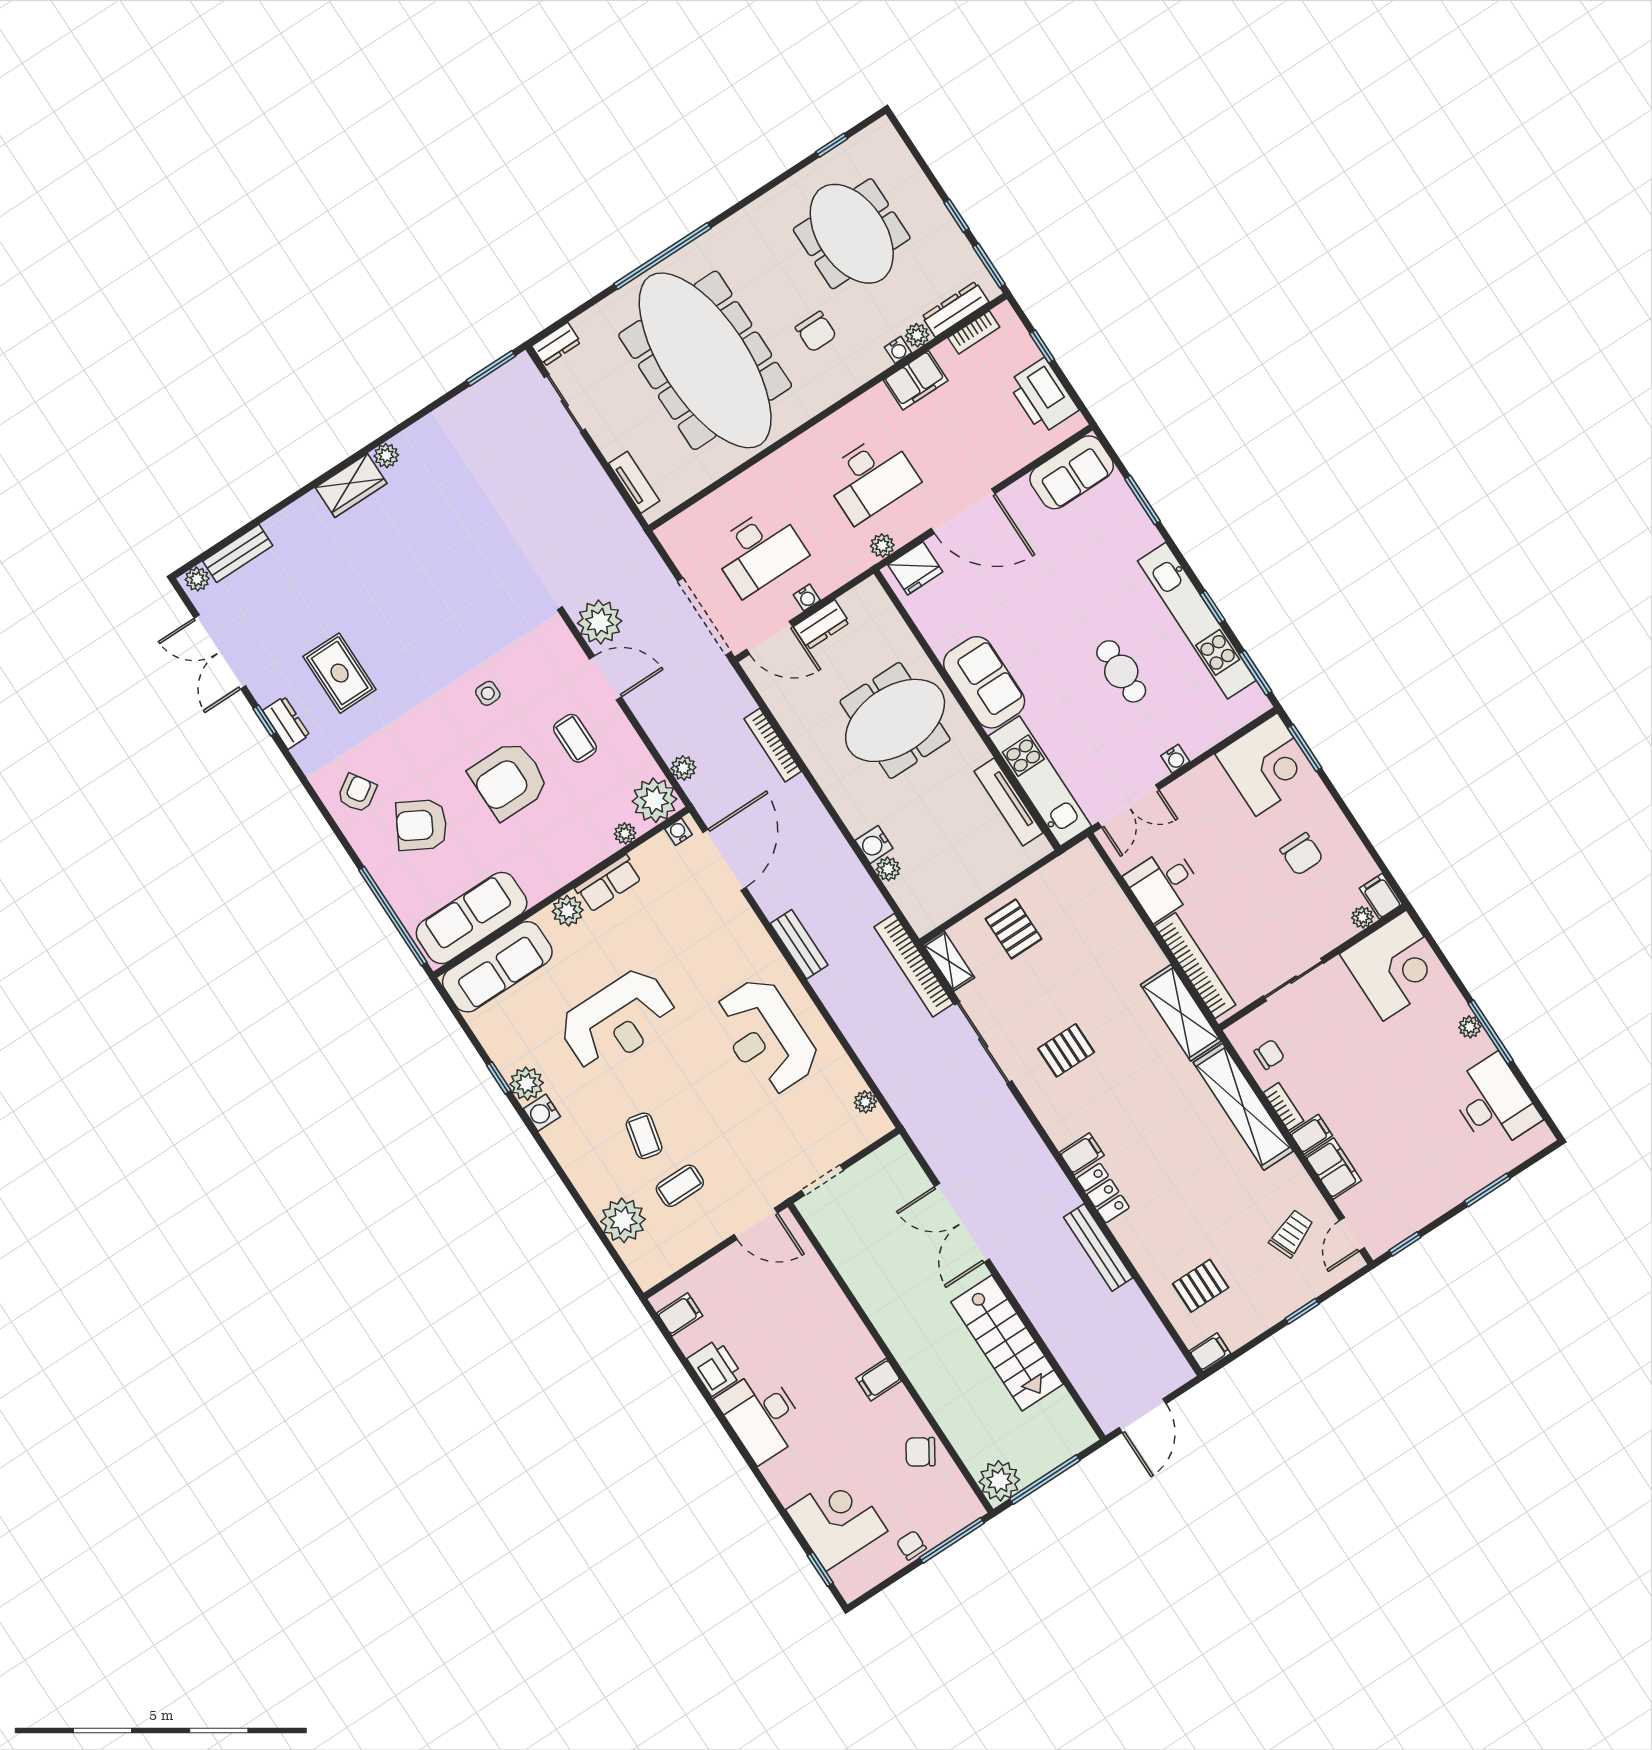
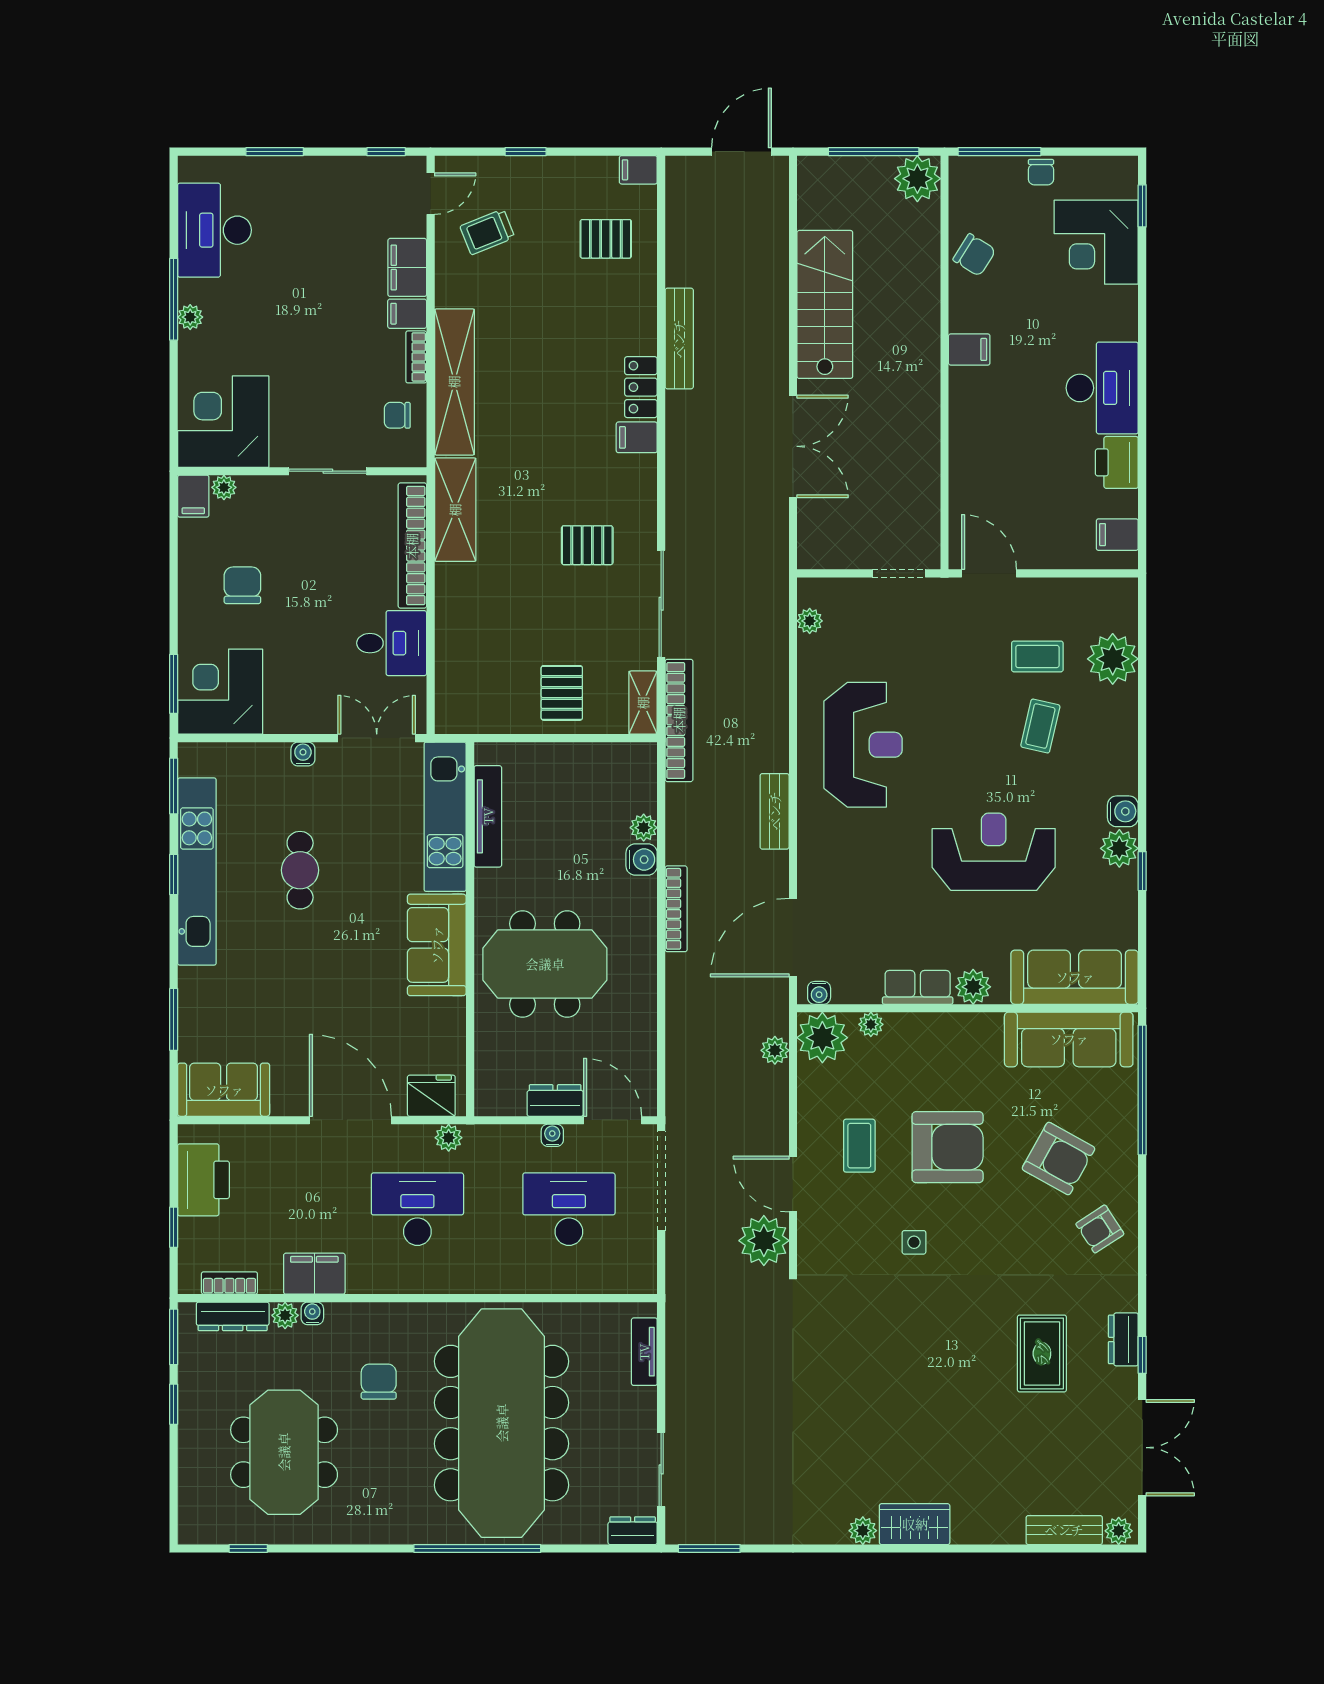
bookcase: (773, 745) -> (676, 909), moved

